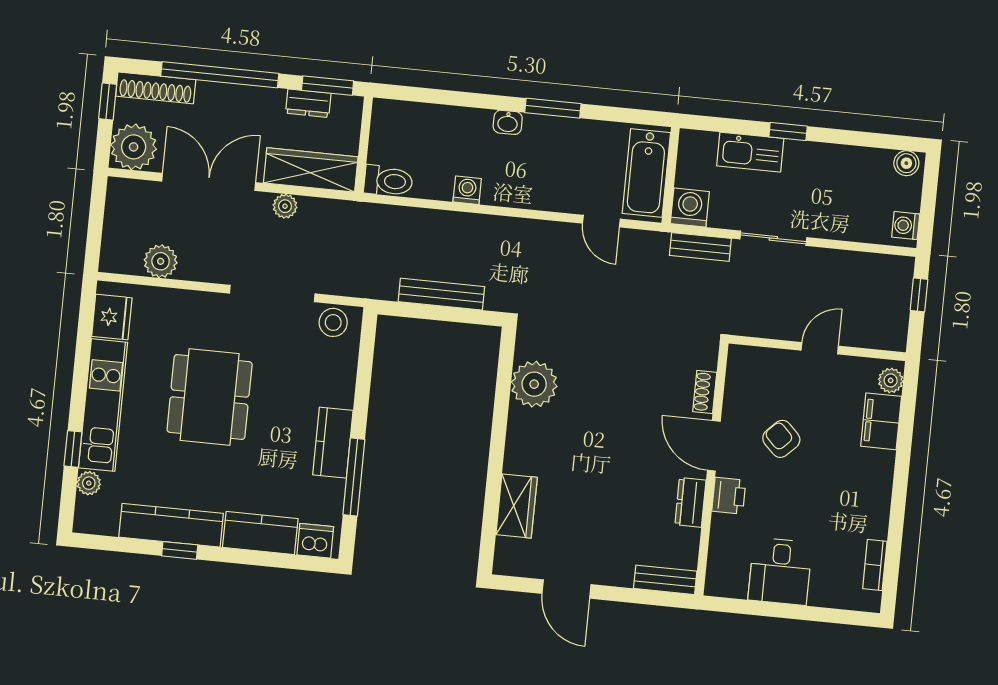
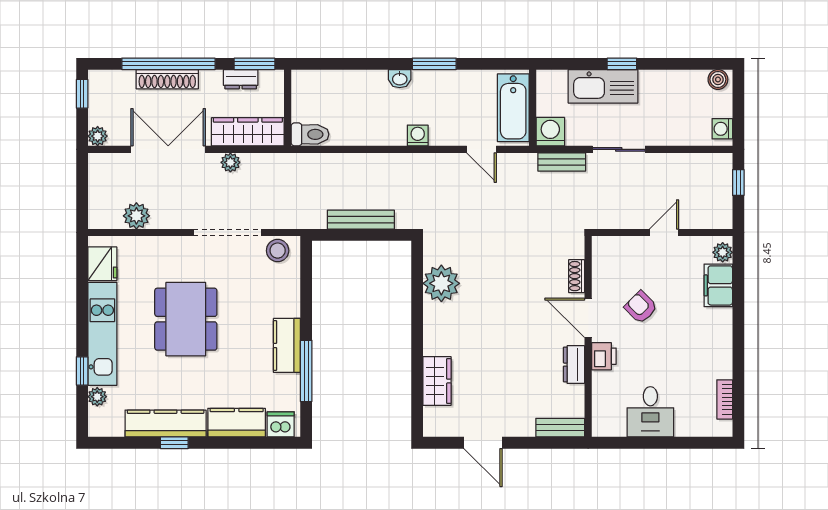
shoe rack: (156, 88) -> (167, 79), moved
plant: (134, 147) -> (98, 136), width x0.53, depth x0.53
kitchen sink: (750, 152) -> (603, 86), width x1.36, depth x1.24
washing machine: (467, 190) -> (418, 135), moved

